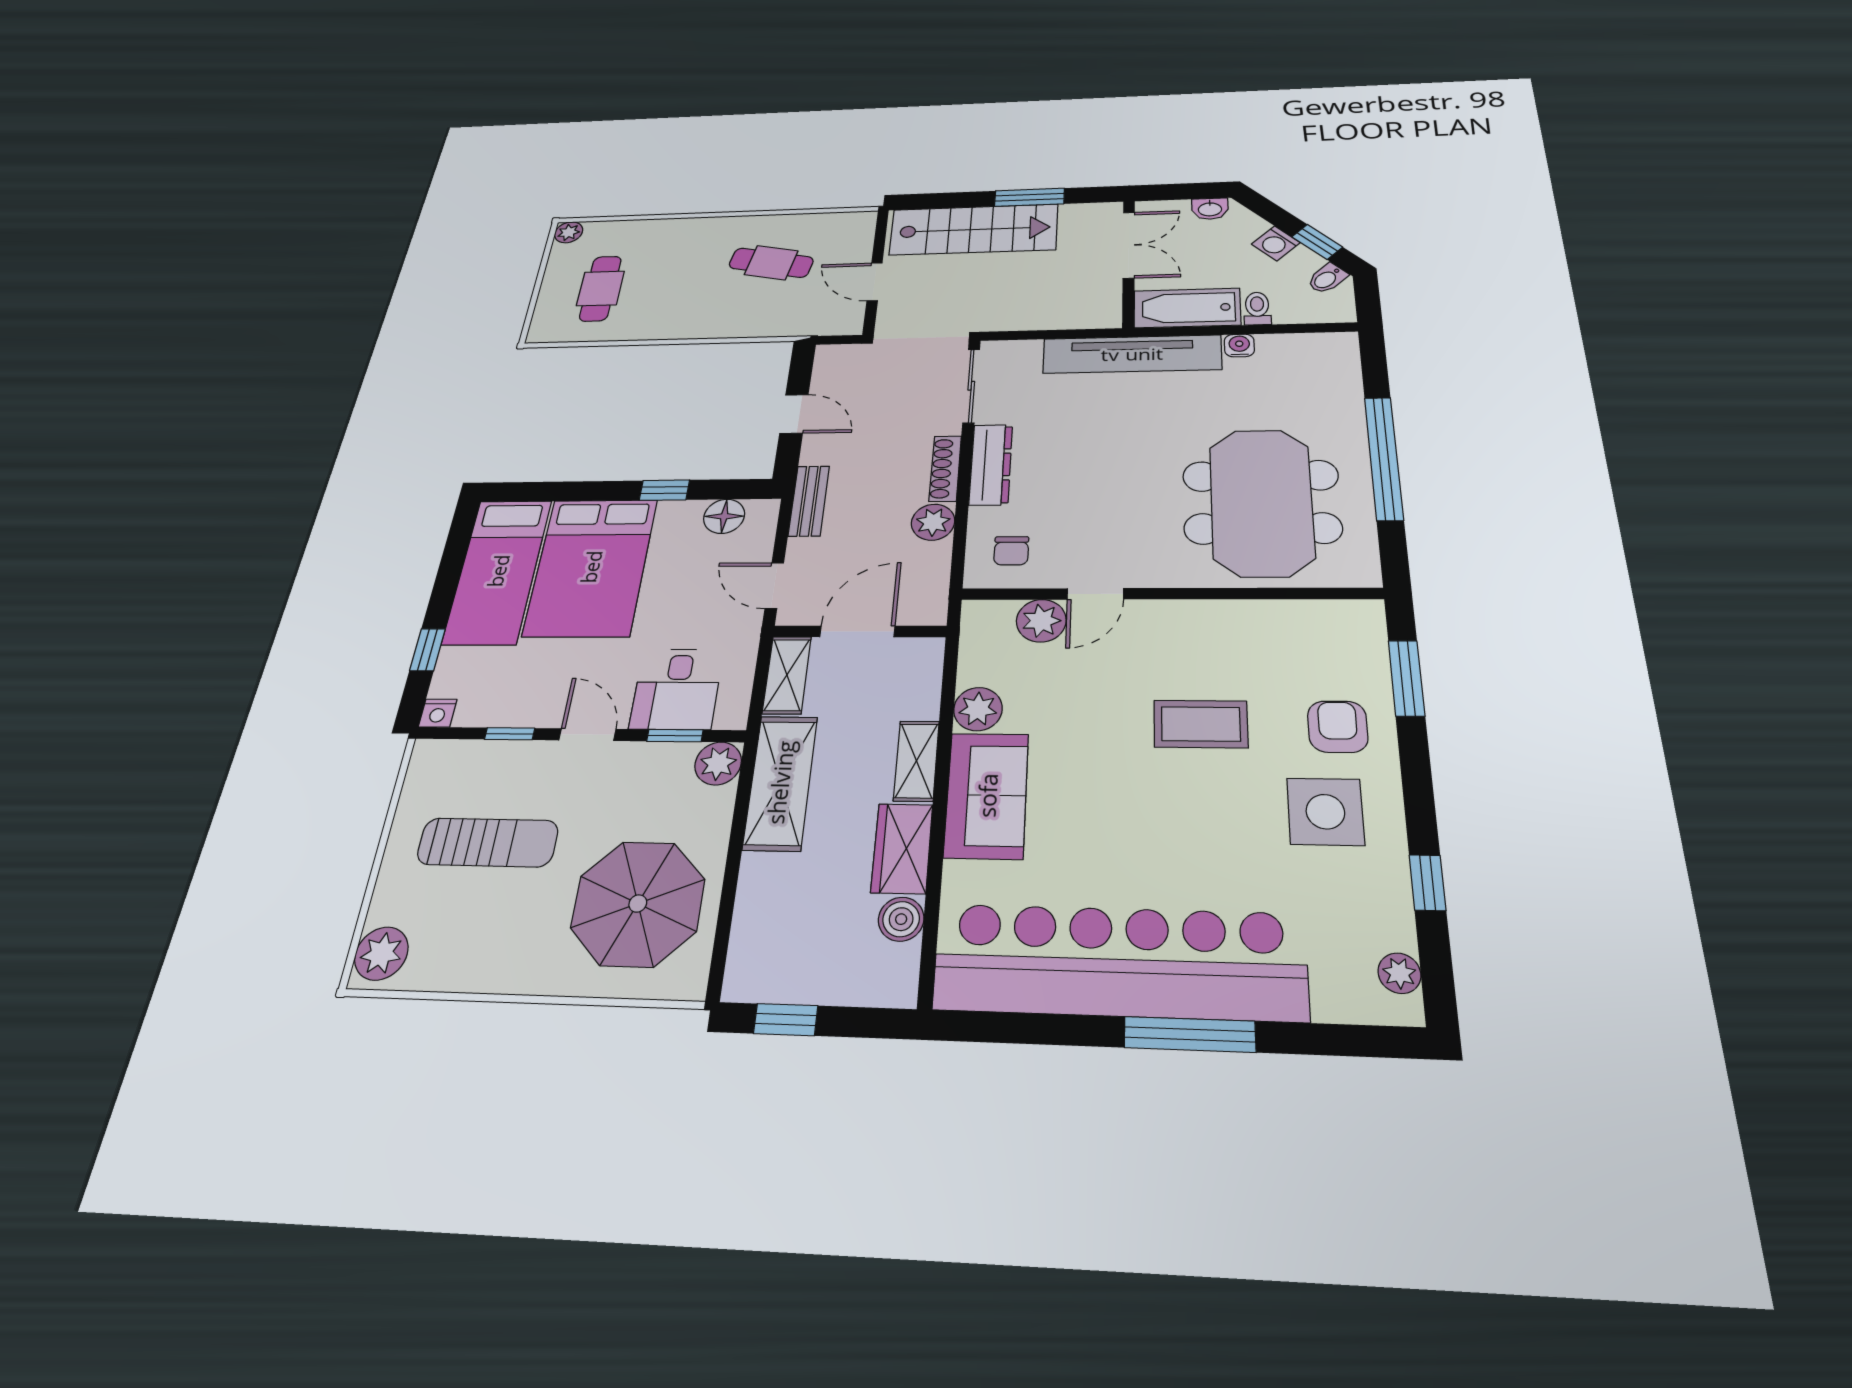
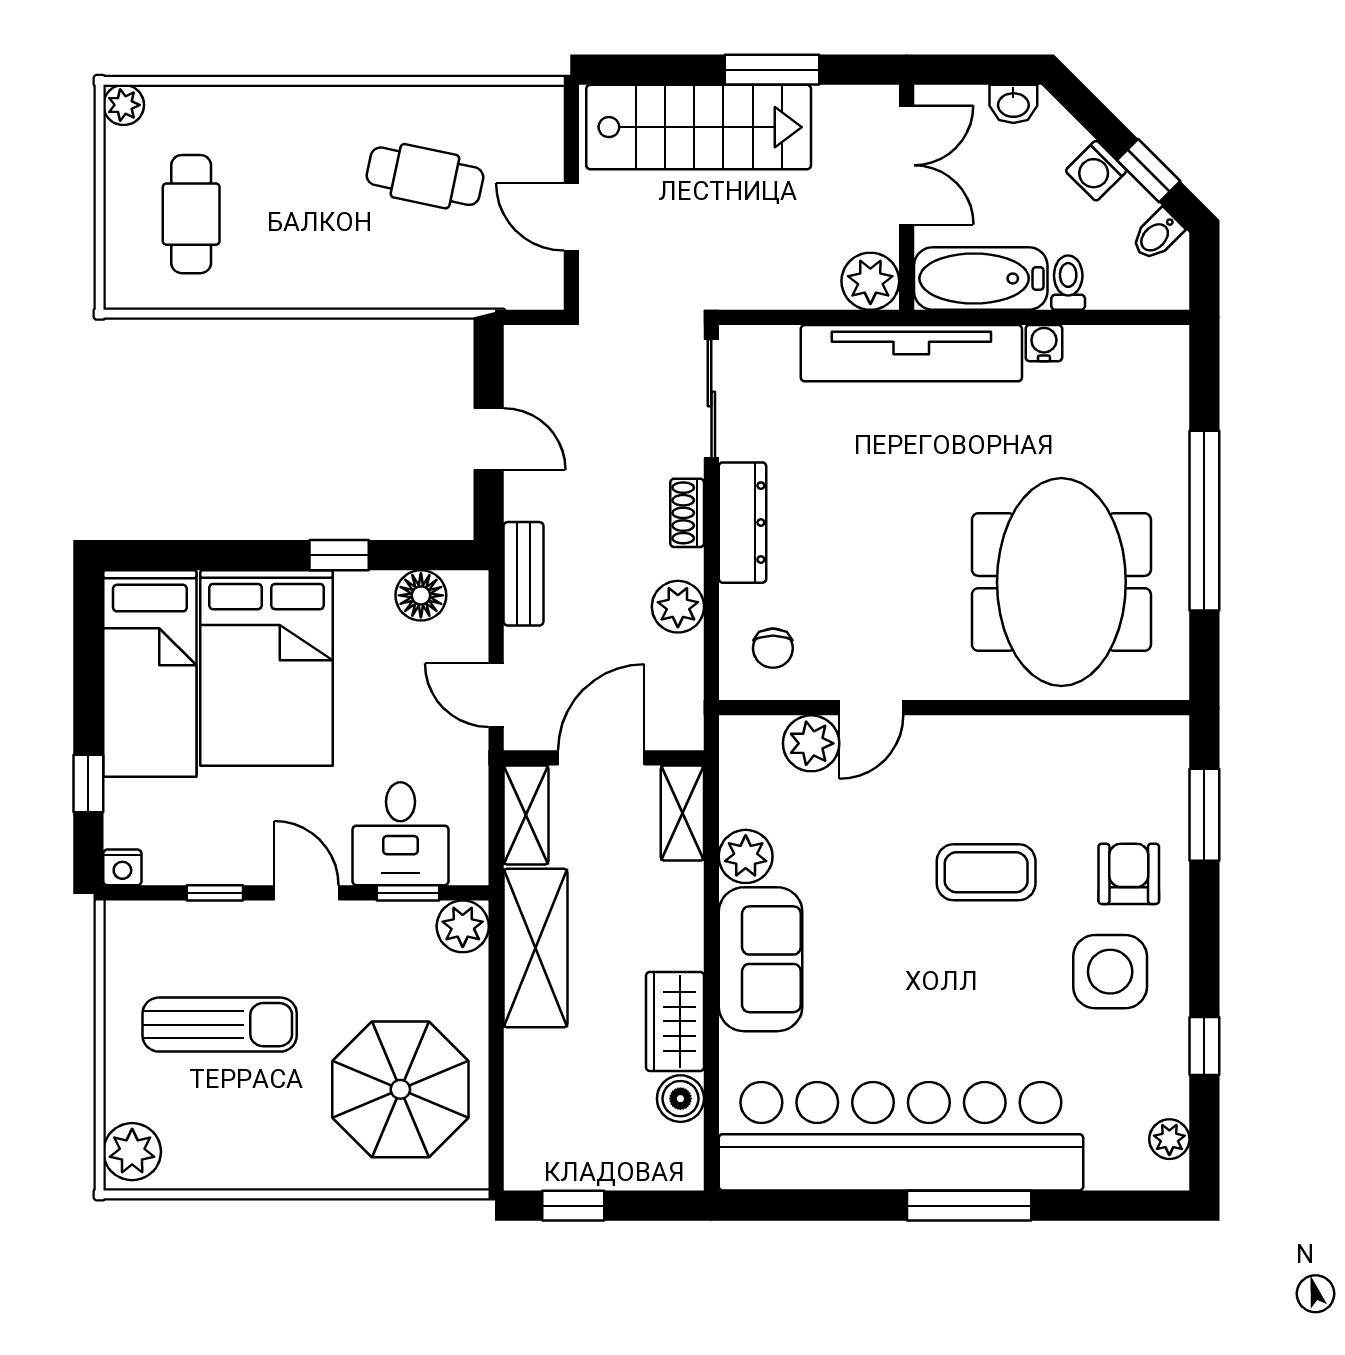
plant: (1100, 312) -> (870, 281), added
shoe rack: (945, 468) -> (687, 513), width x0.70
shelving: (916, 761) -> (682, 813), moved

